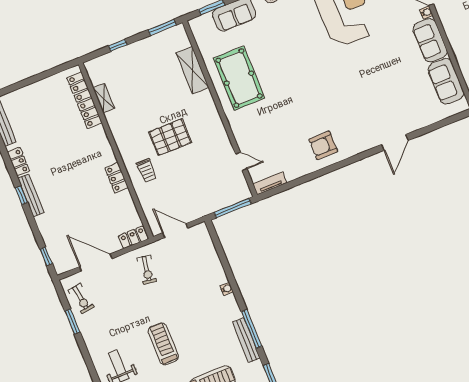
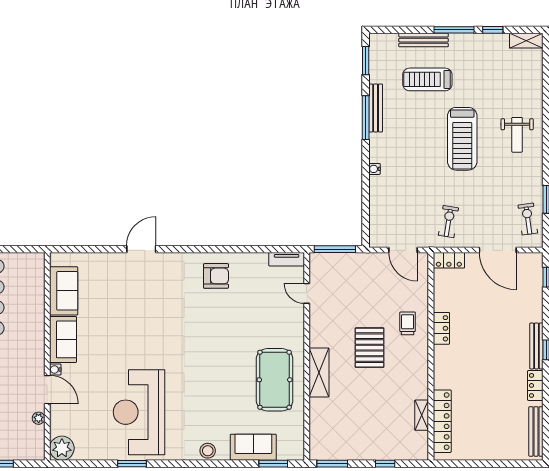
shelving: (192, 70) -> (319, 372), moved
pallet: (170, 137) -> (370, 348), turned 90
treadmill: (163, 344) -> (462, 139), width x1.37, depth x1.38

